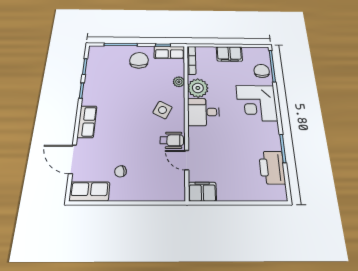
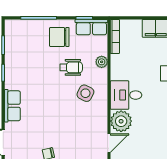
chair: (139, 60) -> (59, 37), turned -90
plant: (198, 88) -> (121, 121), moved
wheelchair: (172, 140) -> (71, 67), moved
door: (187, 160) -> (109, 143), swing flipped

